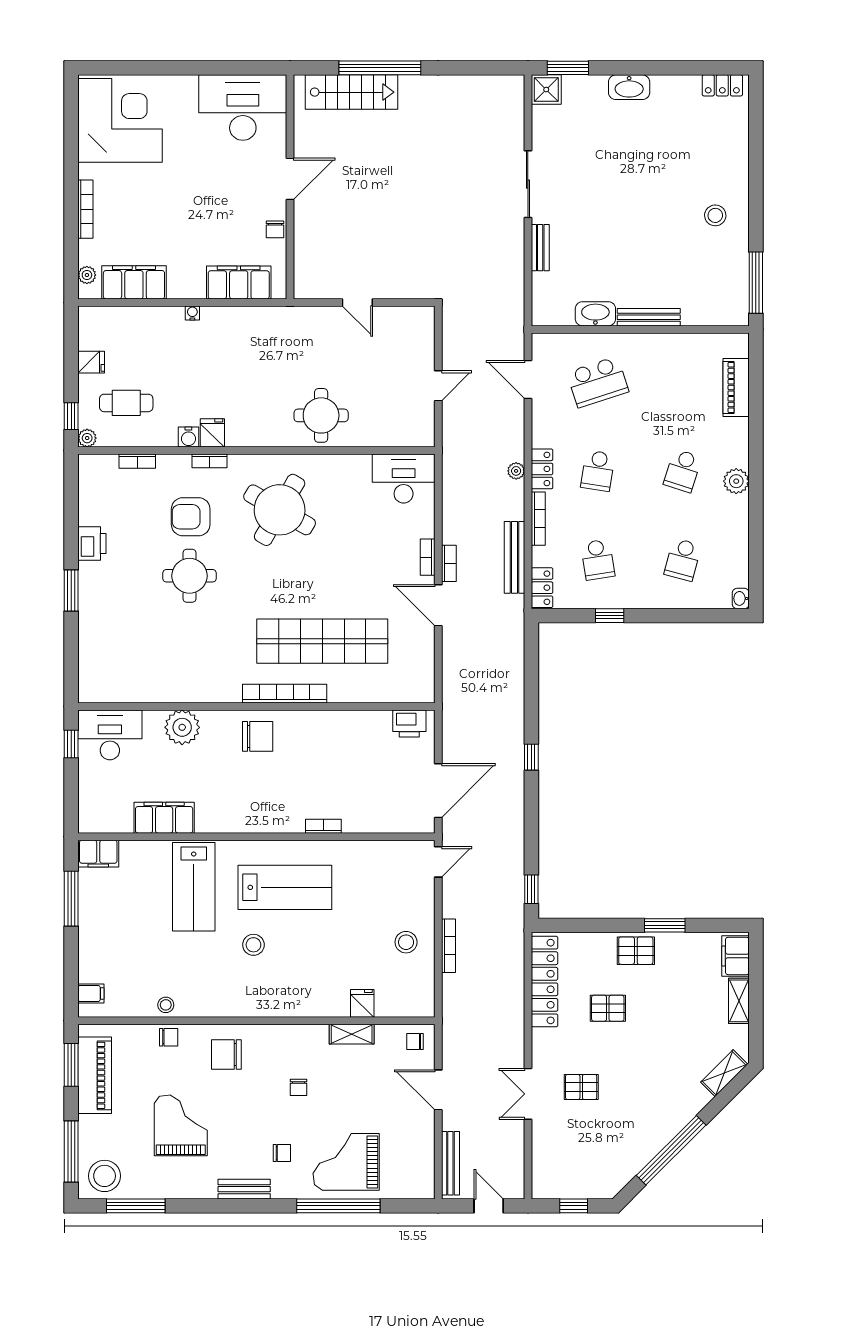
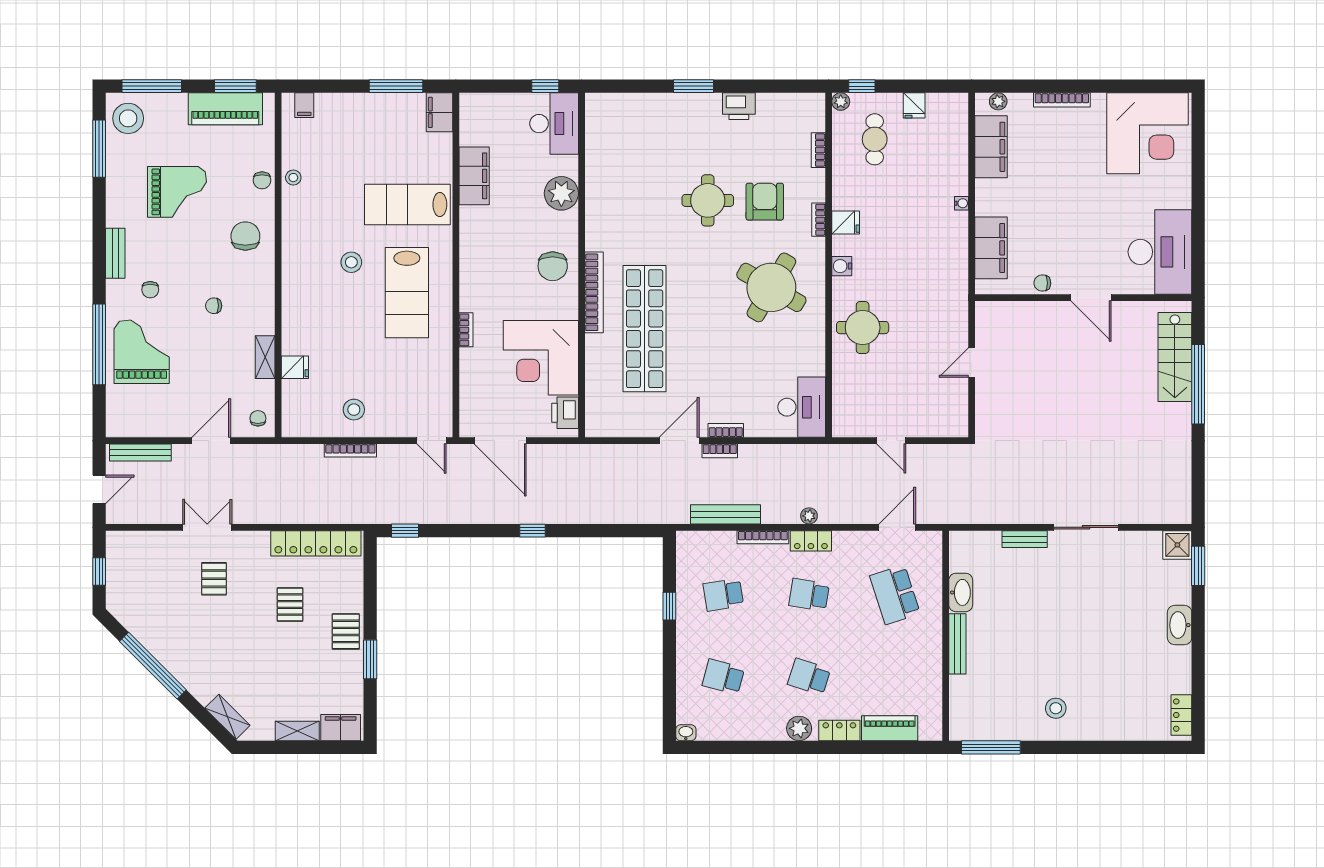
water cooler: (188, 437) -> (842, 266), moved
locker: (542, 588) -> (839, 731), moved, turned 180
corner desk: (352, 749) -> (541, 358), added

